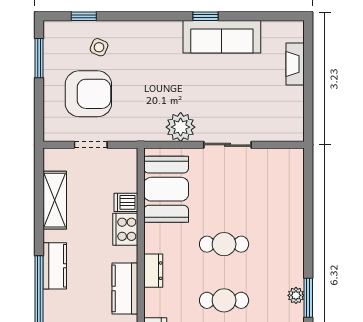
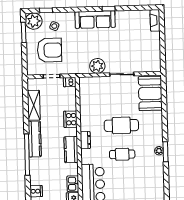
plant: (59, 36) -> (34, 21), added
sofa: (222, 37) -> (95, 20), moved
fireplace: (295, 64) -> (155, 20), moved
booth: (166, 189) -> (150, 93), moved
dishwasher: (126, 202) -> (70, 82), moved
cafe table: (224, 244) -> (121, 125), width x1.37, depth x1.35
kitchen counter: (55, 266) -> (35, 139), width x1.50

